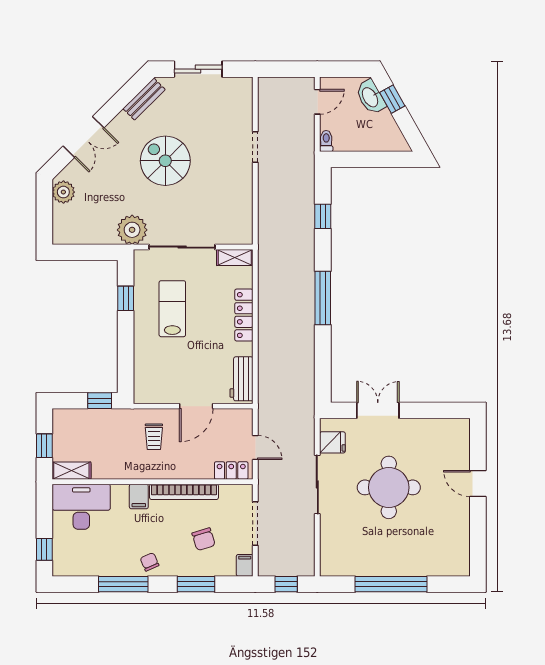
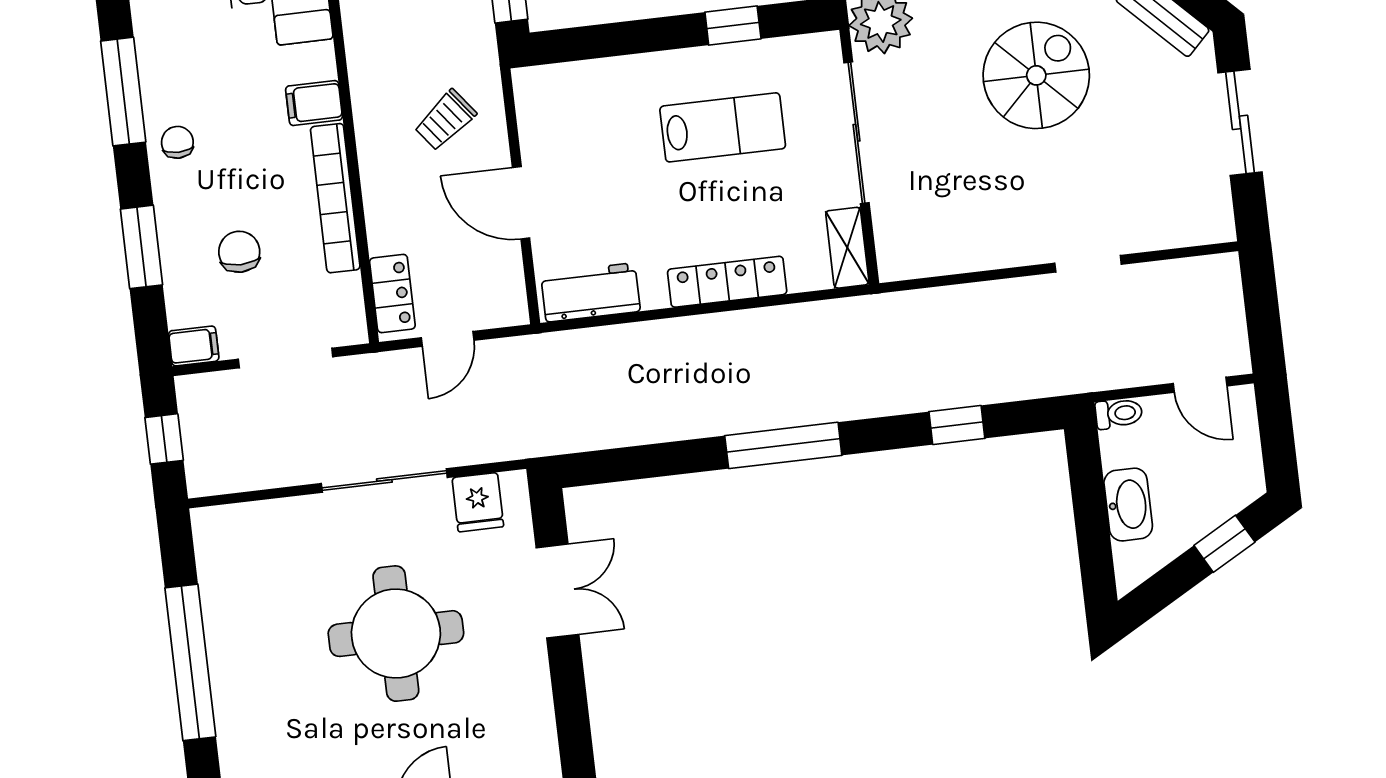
washbasin: (371, 97) -> (1128, 505), moved, turned 119
trolley: (154, 437) -> (445, 120), turned -38
chair: (204, 539) -> (239, 252), turned 107
chair: (150, 562) -> (177, 142), turned -66

